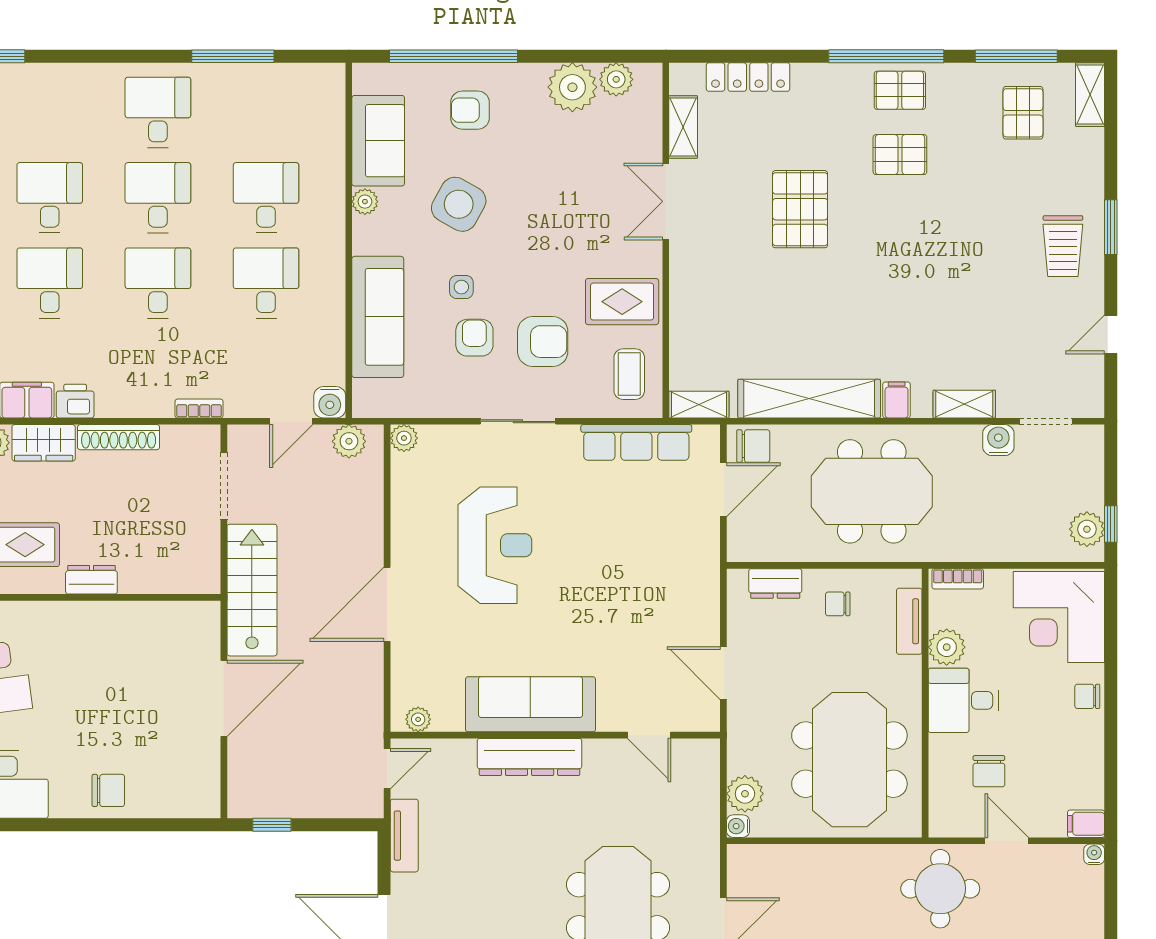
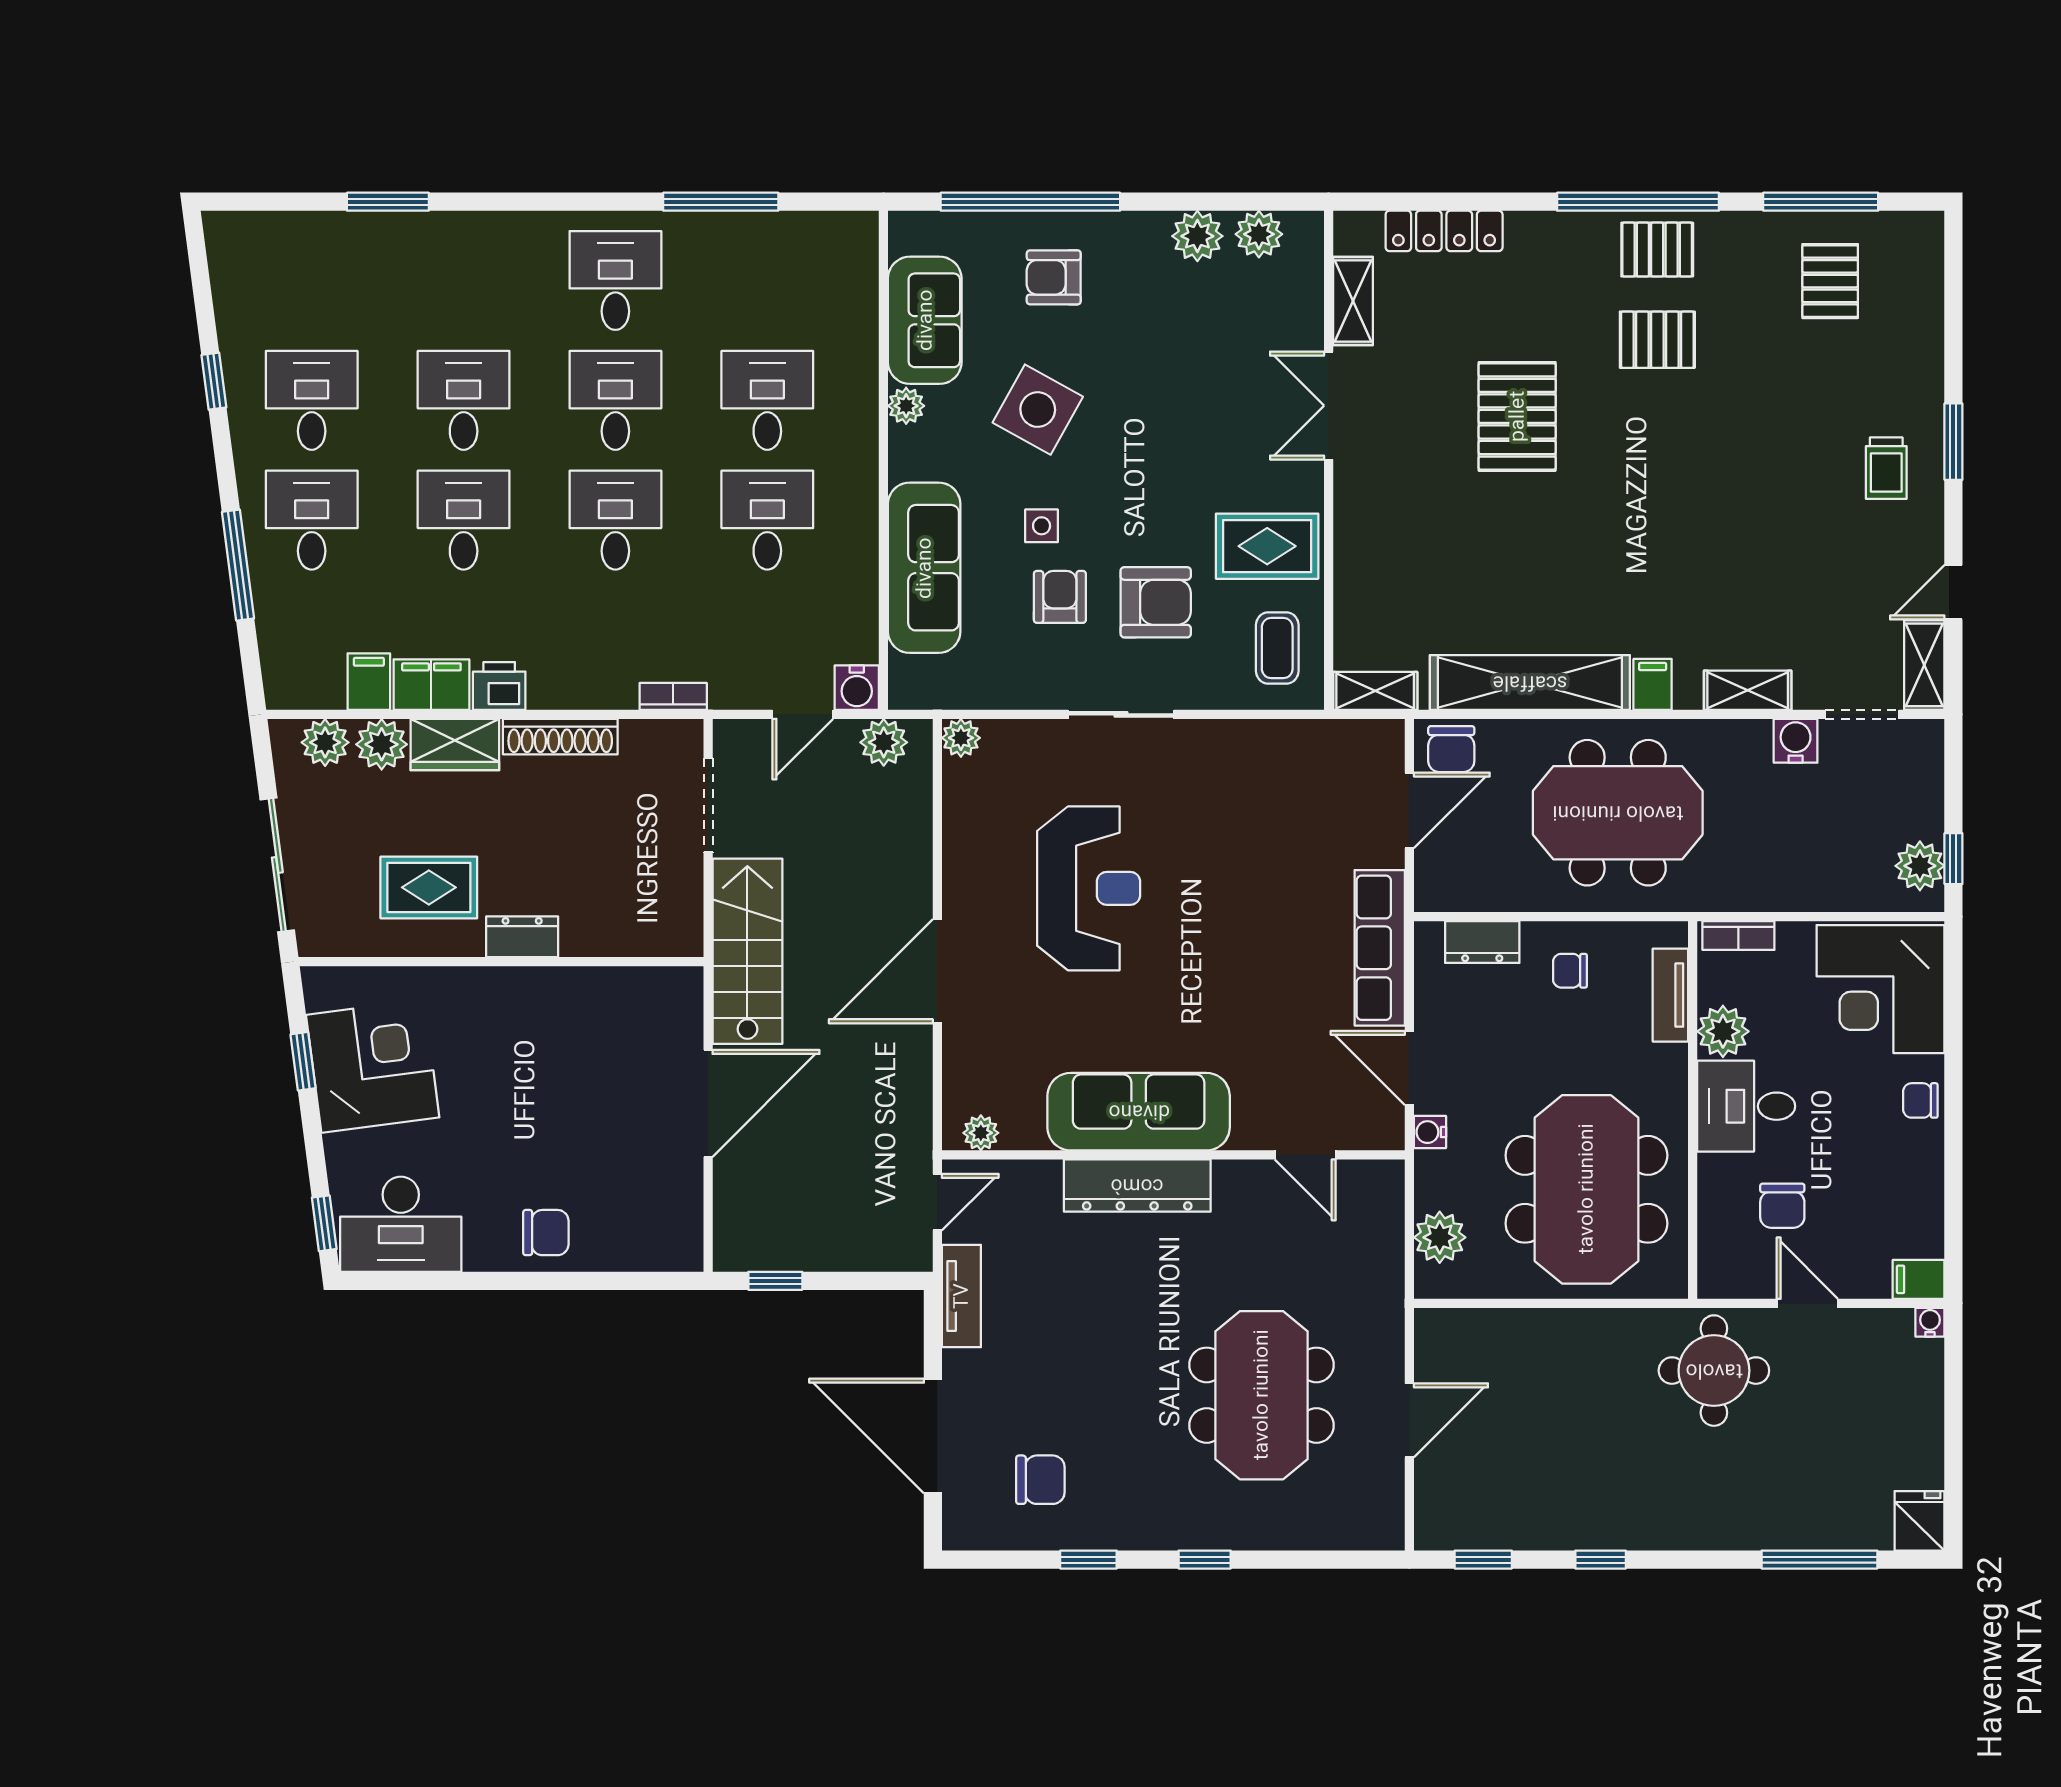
plant: (572, 87) -> (1197, 236), width x0.73, depth x0.73
shelving: (1090, 95) -> (1924, 665), moved
trolley: (1063, 246) -> (1886, 468), width x0.73, depth x0.72
row of seats: (636, 442) -> (1380, 948), moved, turned 90
chair: (753, 446) -> (1451, 749), turned 90
water cooler: (738, 826) -> (1430, 1132), moved

